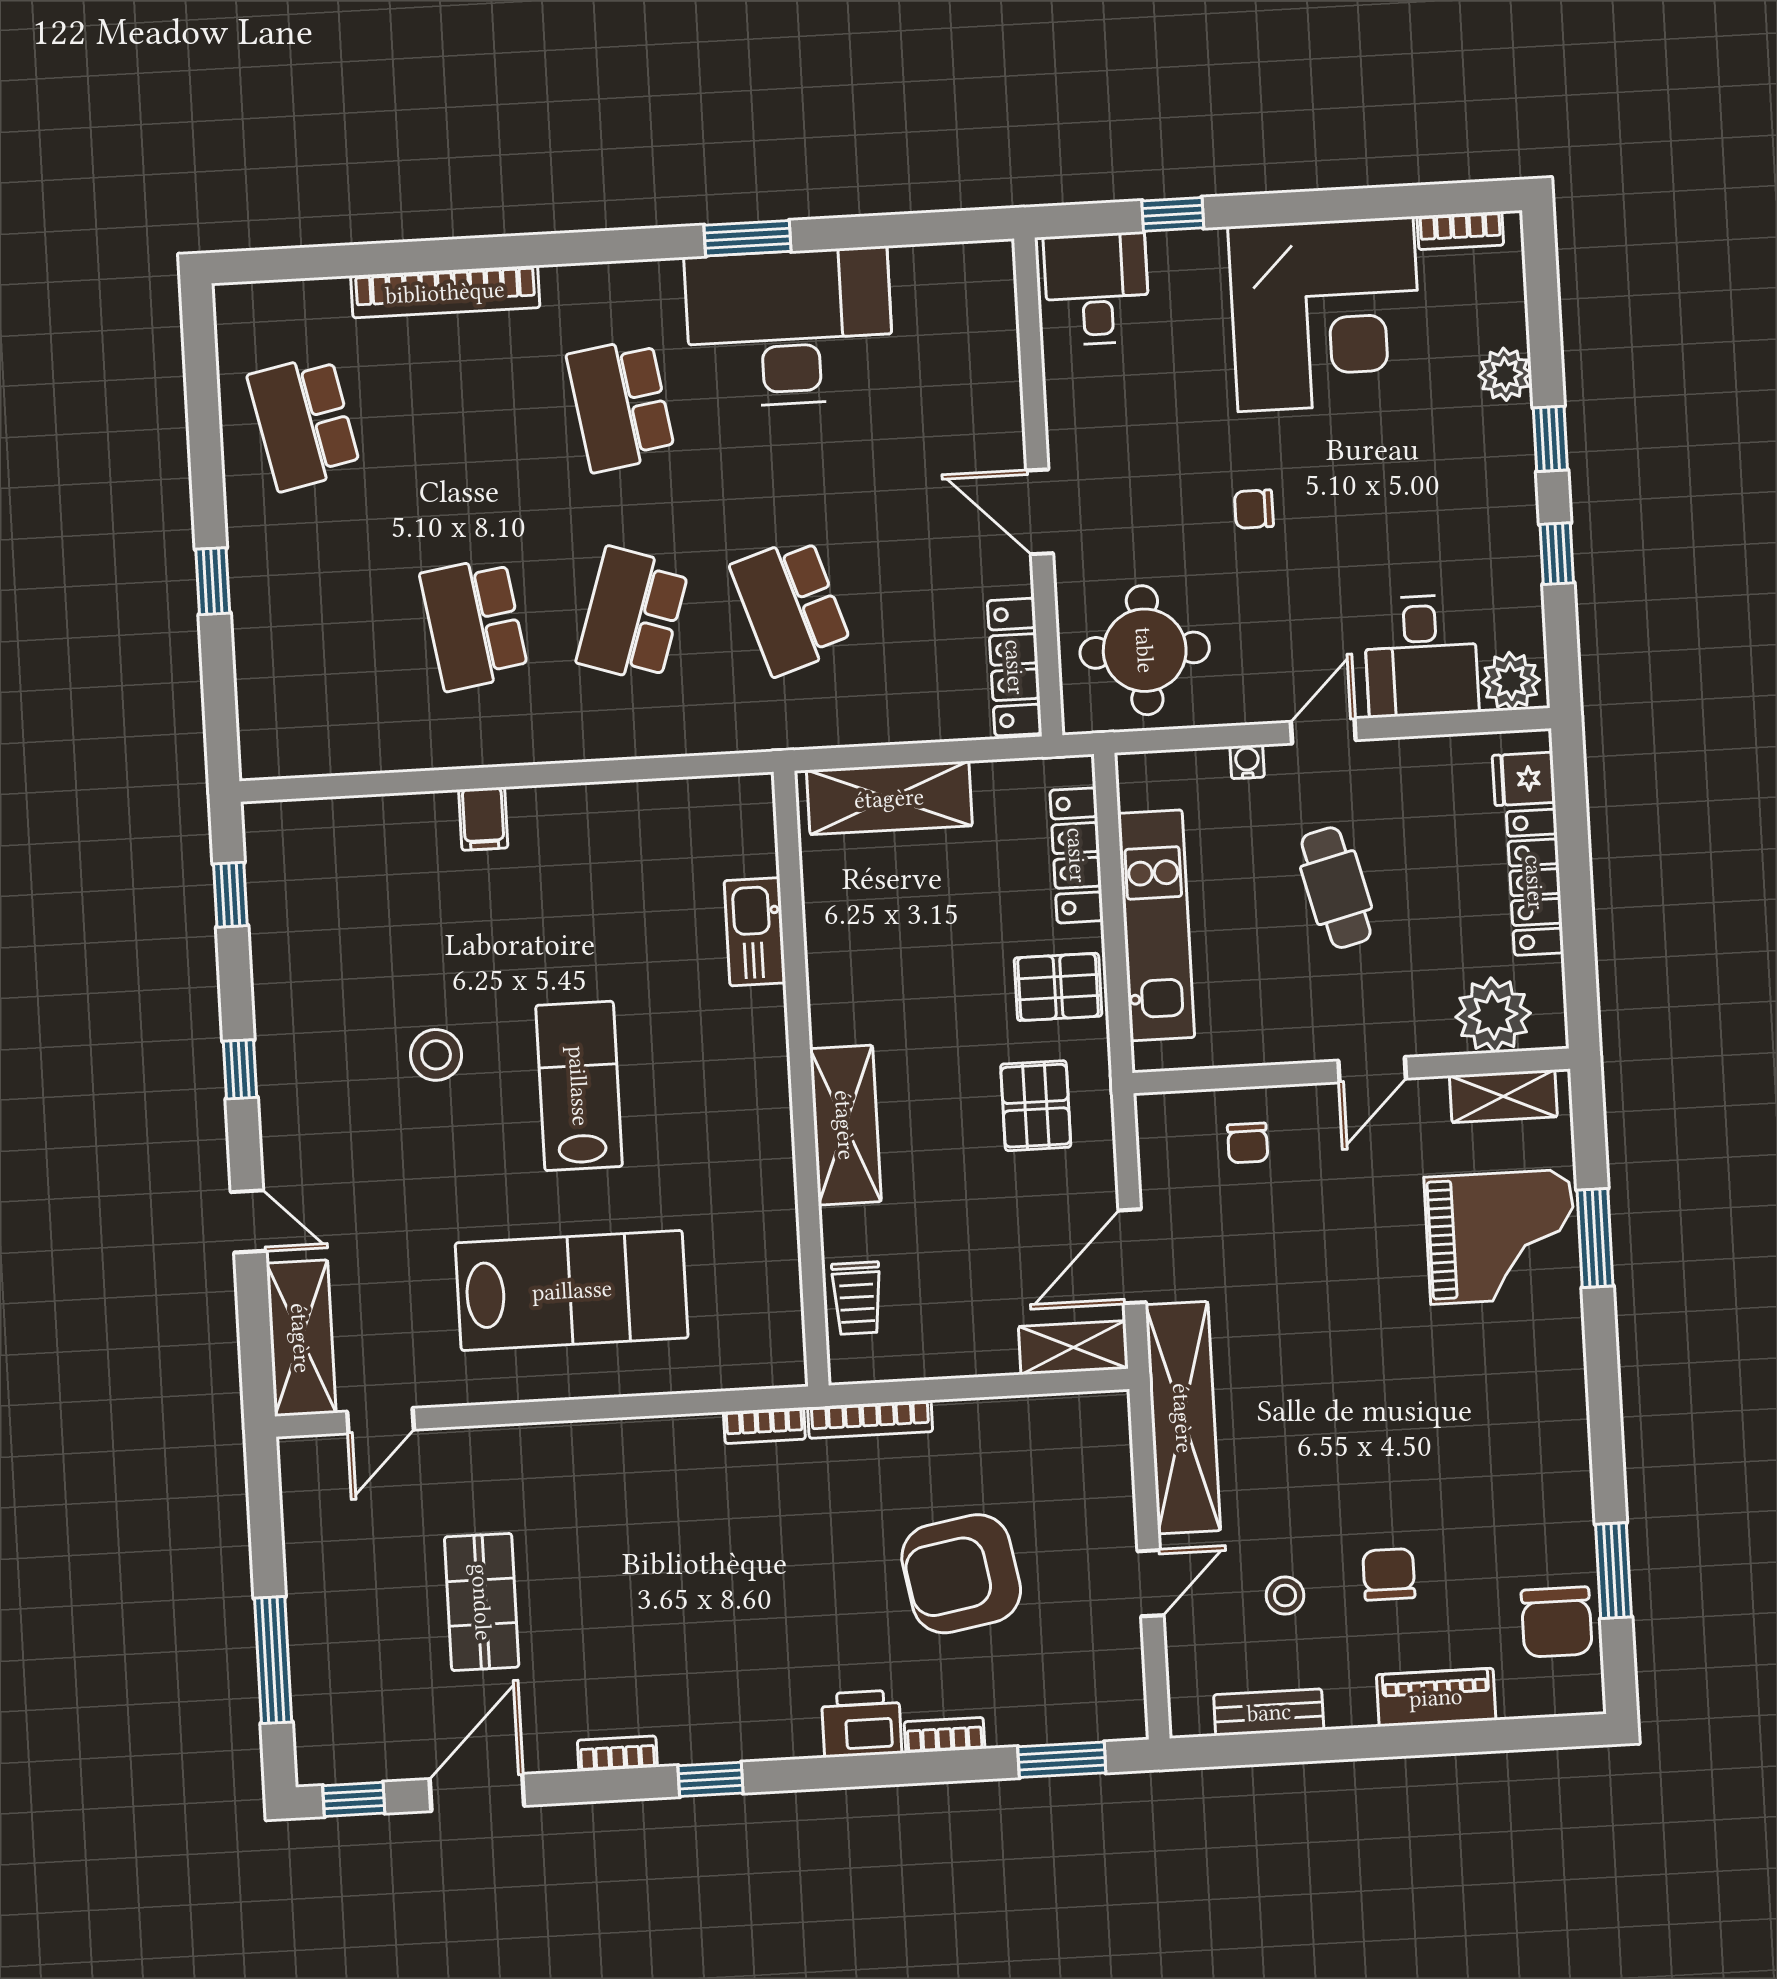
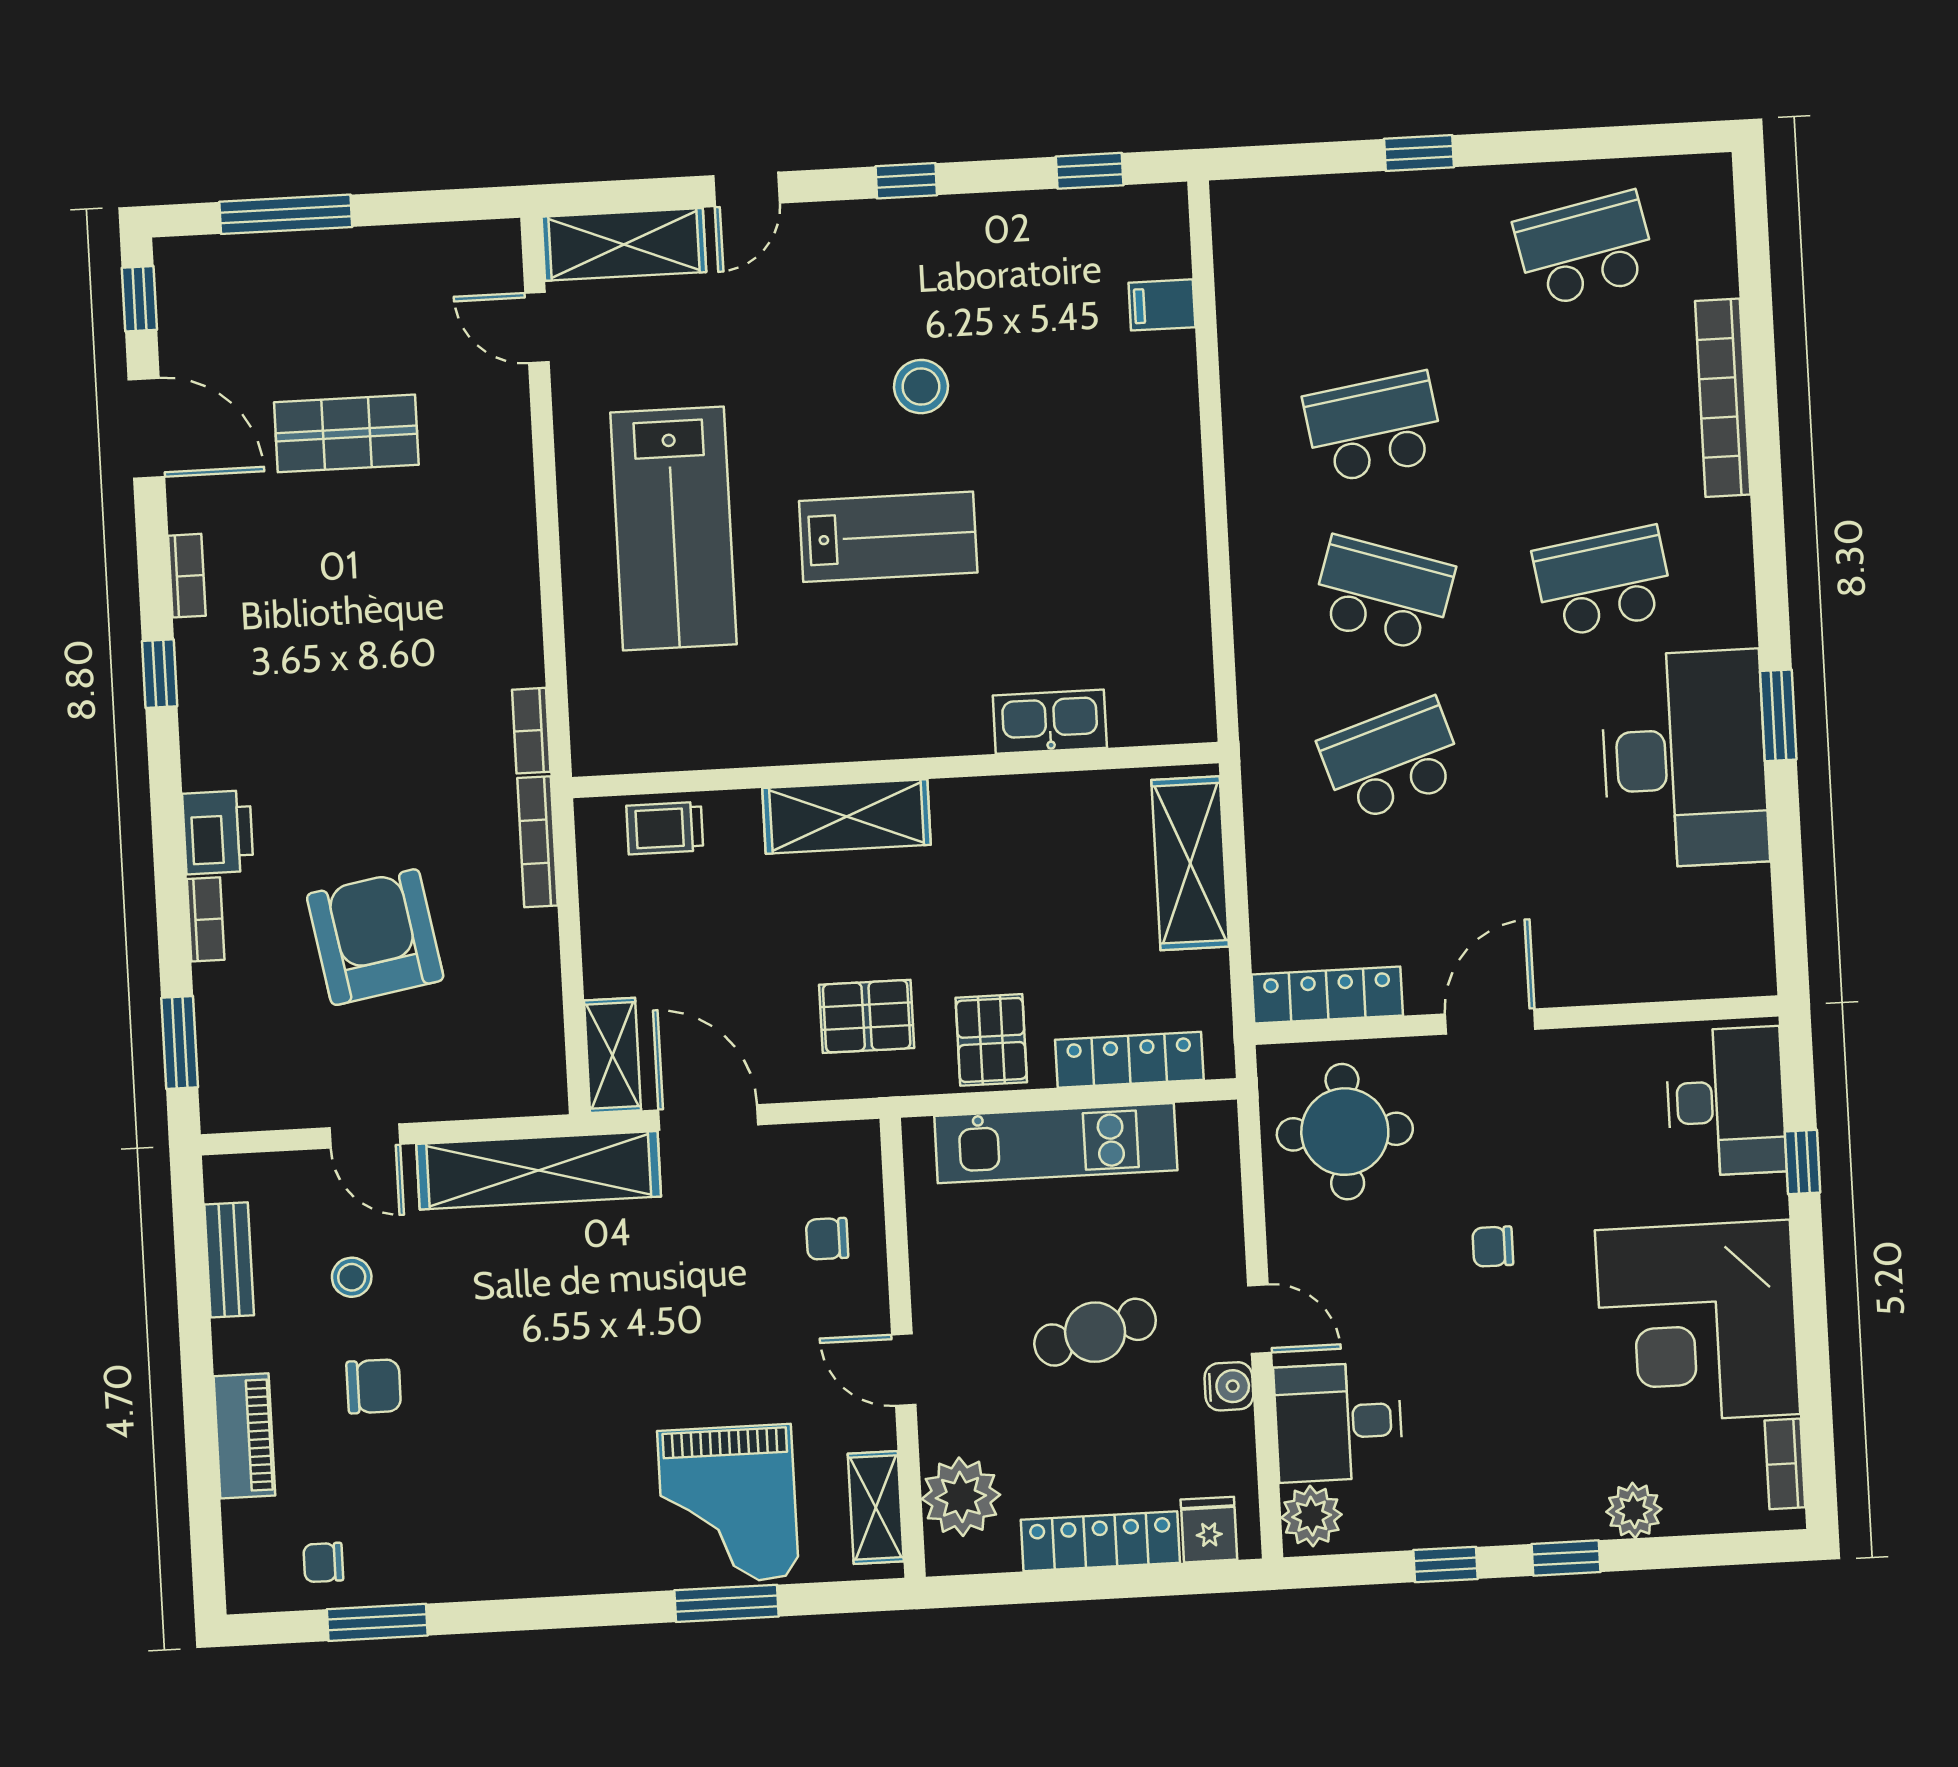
desk: (1097, 289) -> (1726, 1102), width x1.37
chair: (1254, 509) -> (1493, 1247), turned -90
water cooler: (1247, 762) -> (1229, 1386), moved, width x1.38, depth x1.38
filing cabinet: (483, 819) -> (1162, 305), moved
chair: (1557, 1622) -> (323, 1562), width x0.54, depth x0.54

